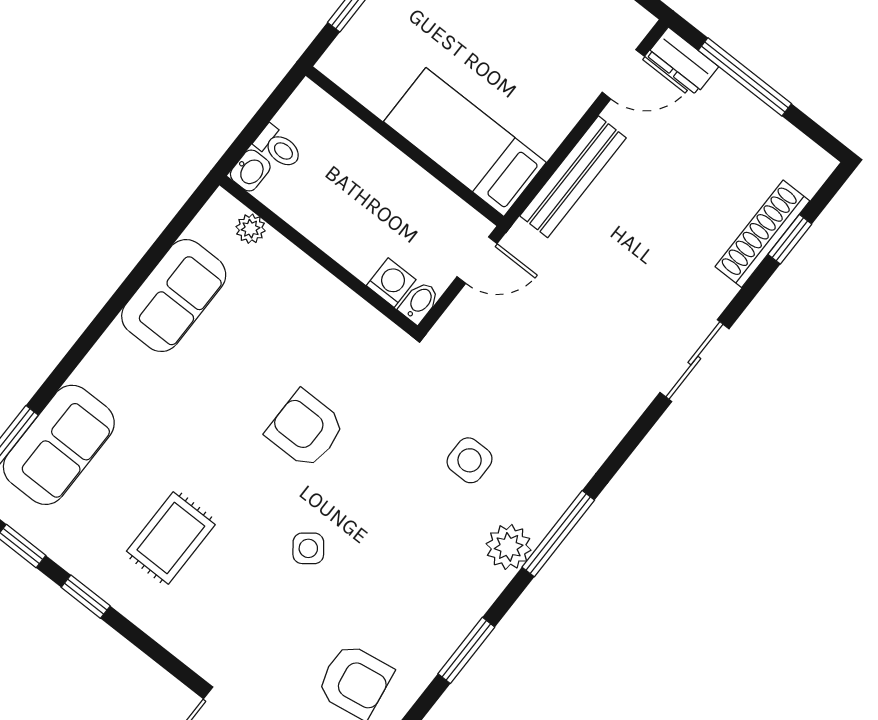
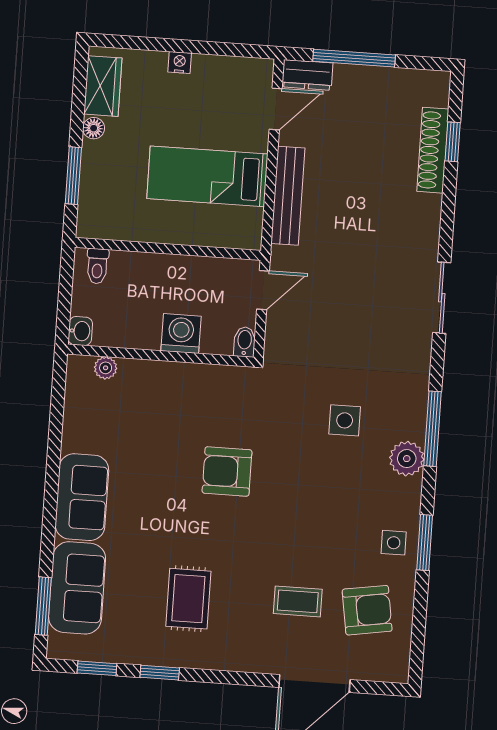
bed: (465, 142) -> (207, 176), moved
toilet: (278, 147) -> (97, 266), moved, turned 90
washing machine: (391, 283) -> (181, 334), moved, width x1.38, depth x1.38
sofa: (174, 296) -> (82, 497), moved
sliding door: (694, 361) -> (442, 298), moved
side table: (308, 548) -> (394, 543), moved, turned 38
coffee table: (287, 621) -> (298, 601), added

